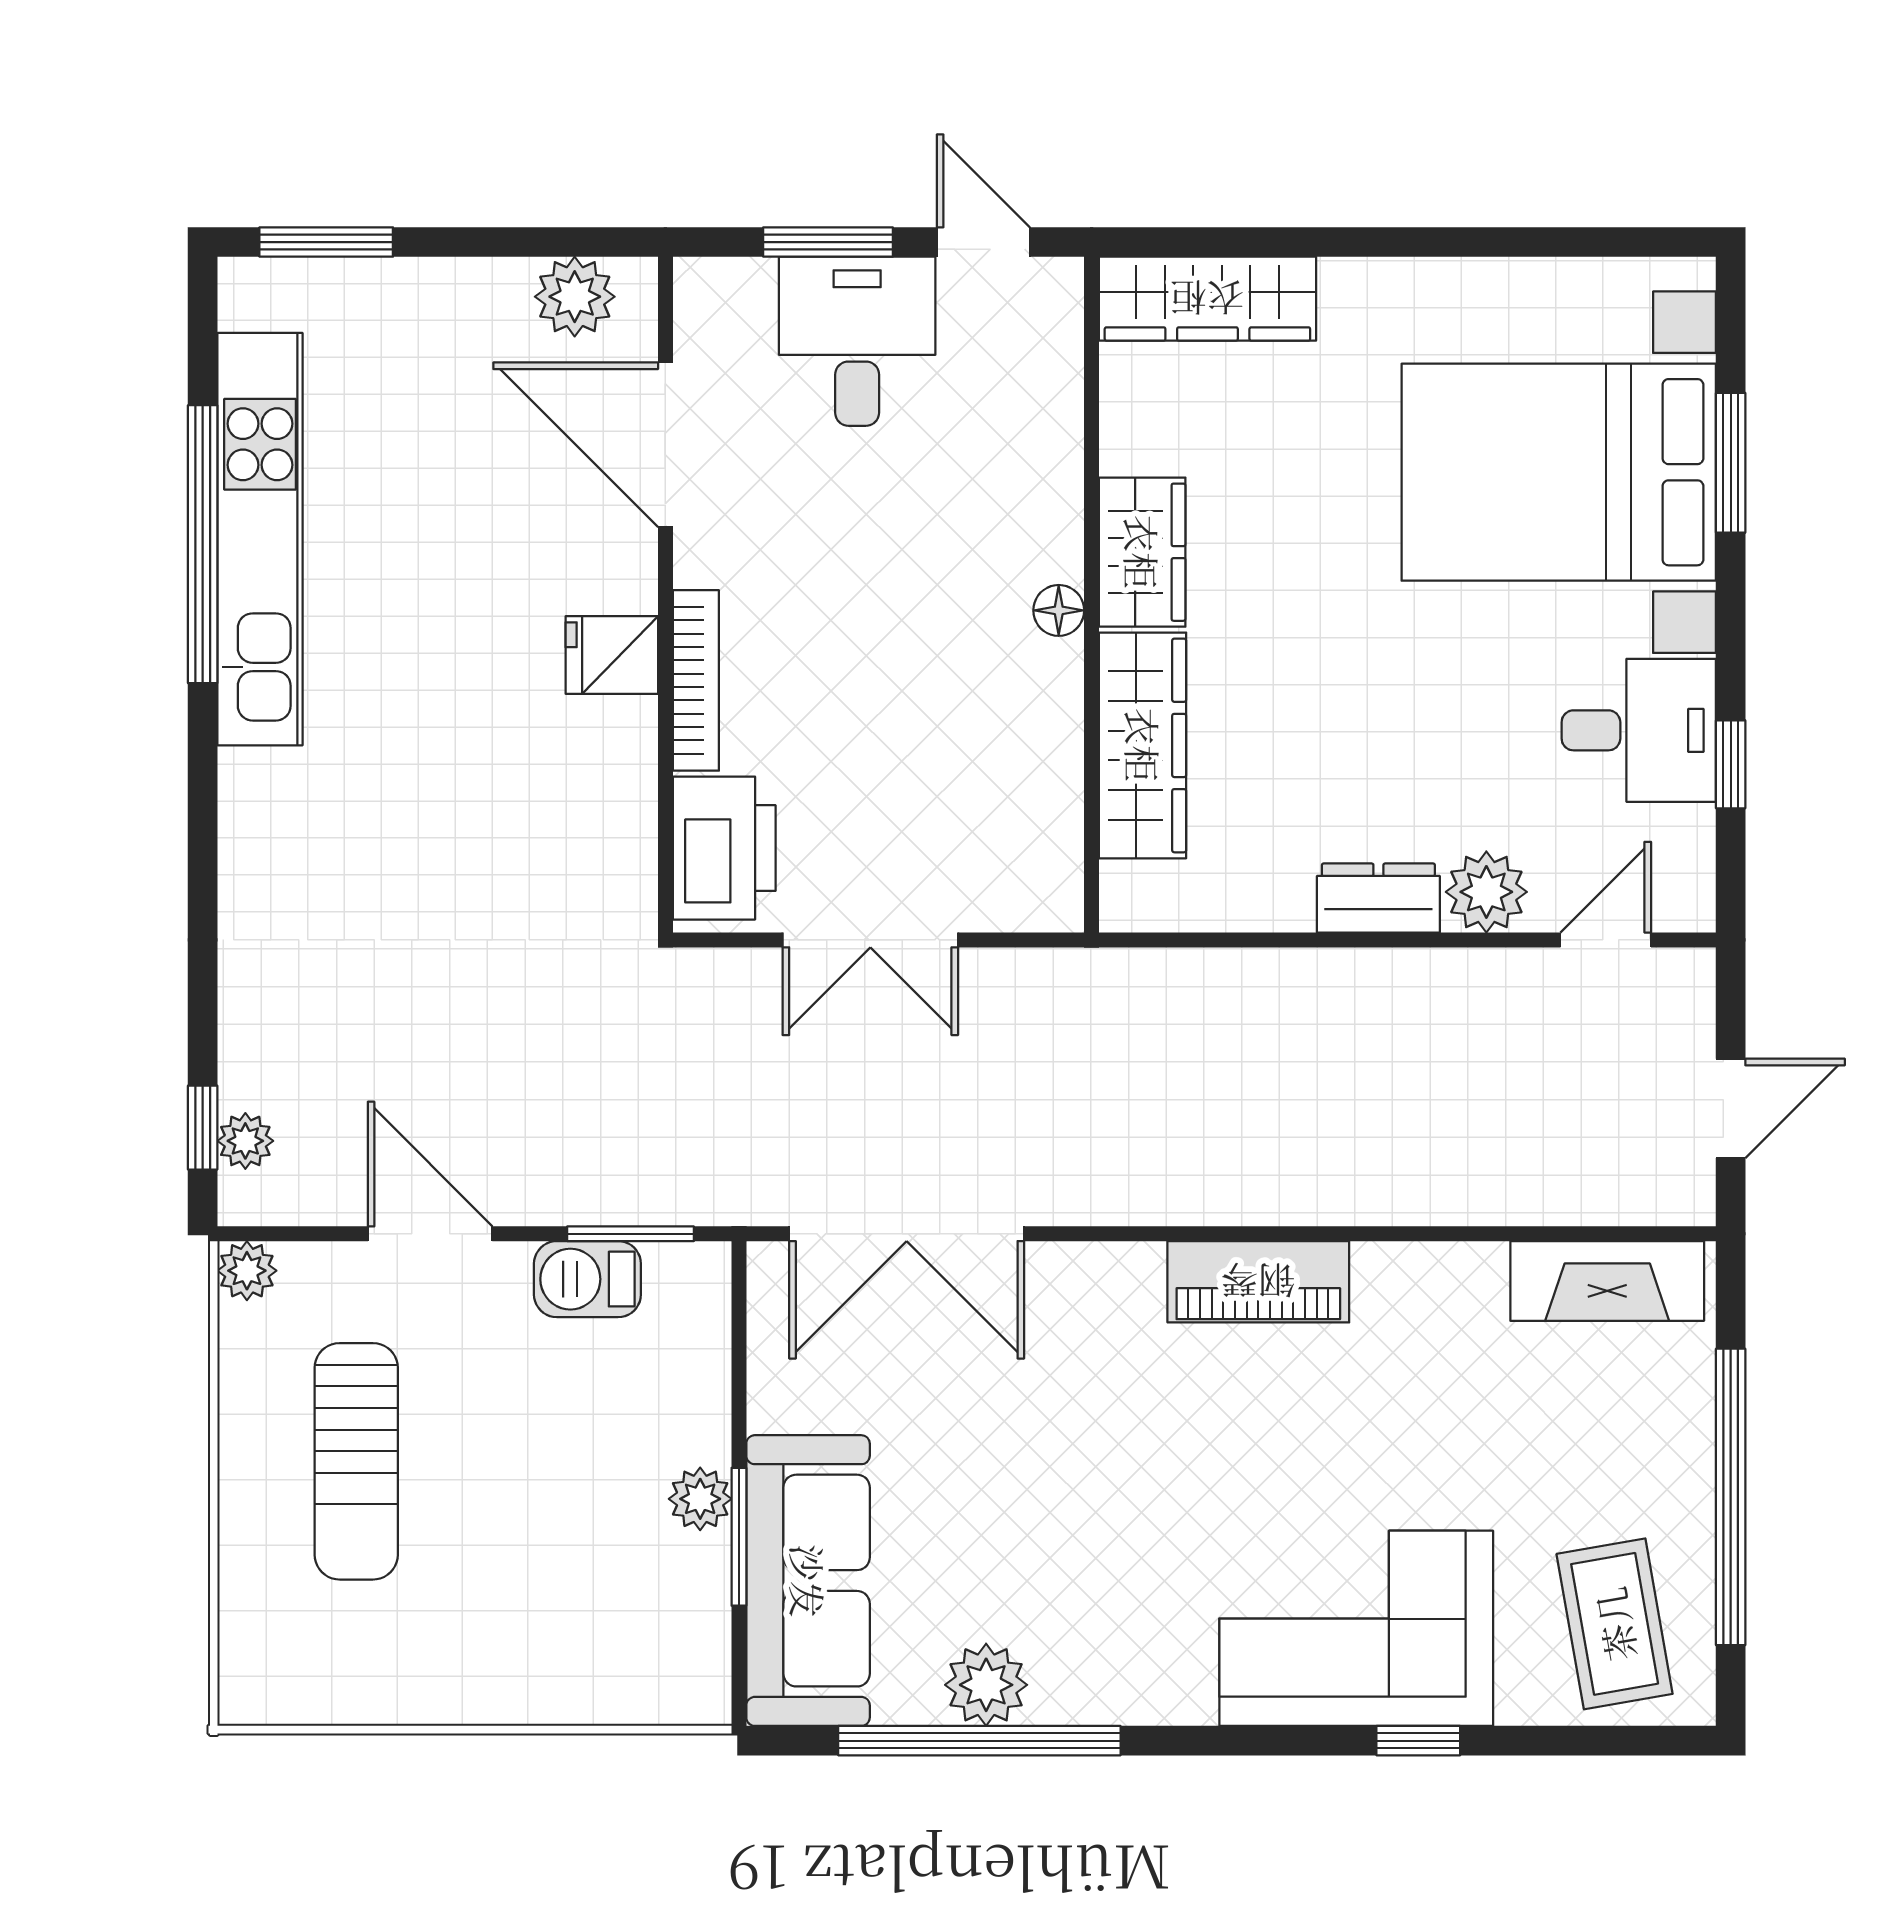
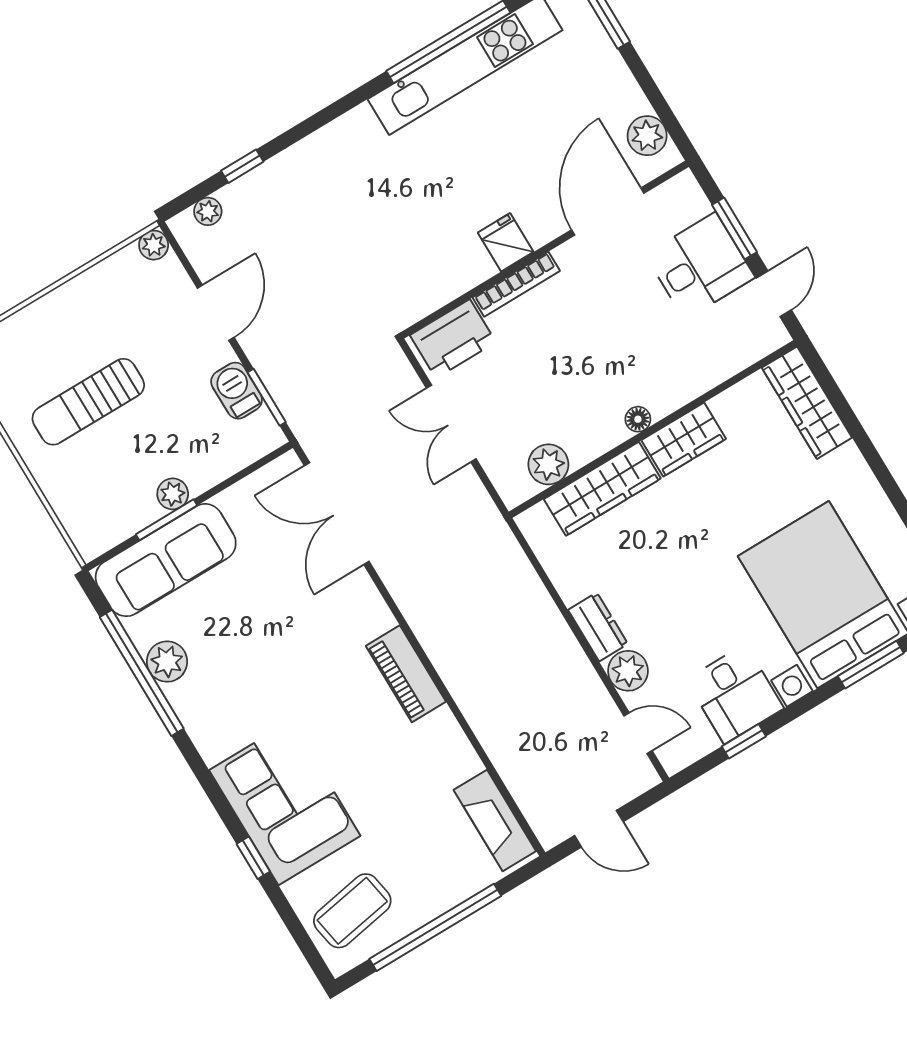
plant: (1043, 814) -> (548, 464), added
window: (203, 1128) -> (242, 166), moved
sun lounger: (356, 1461) -> (88, 402), moved

